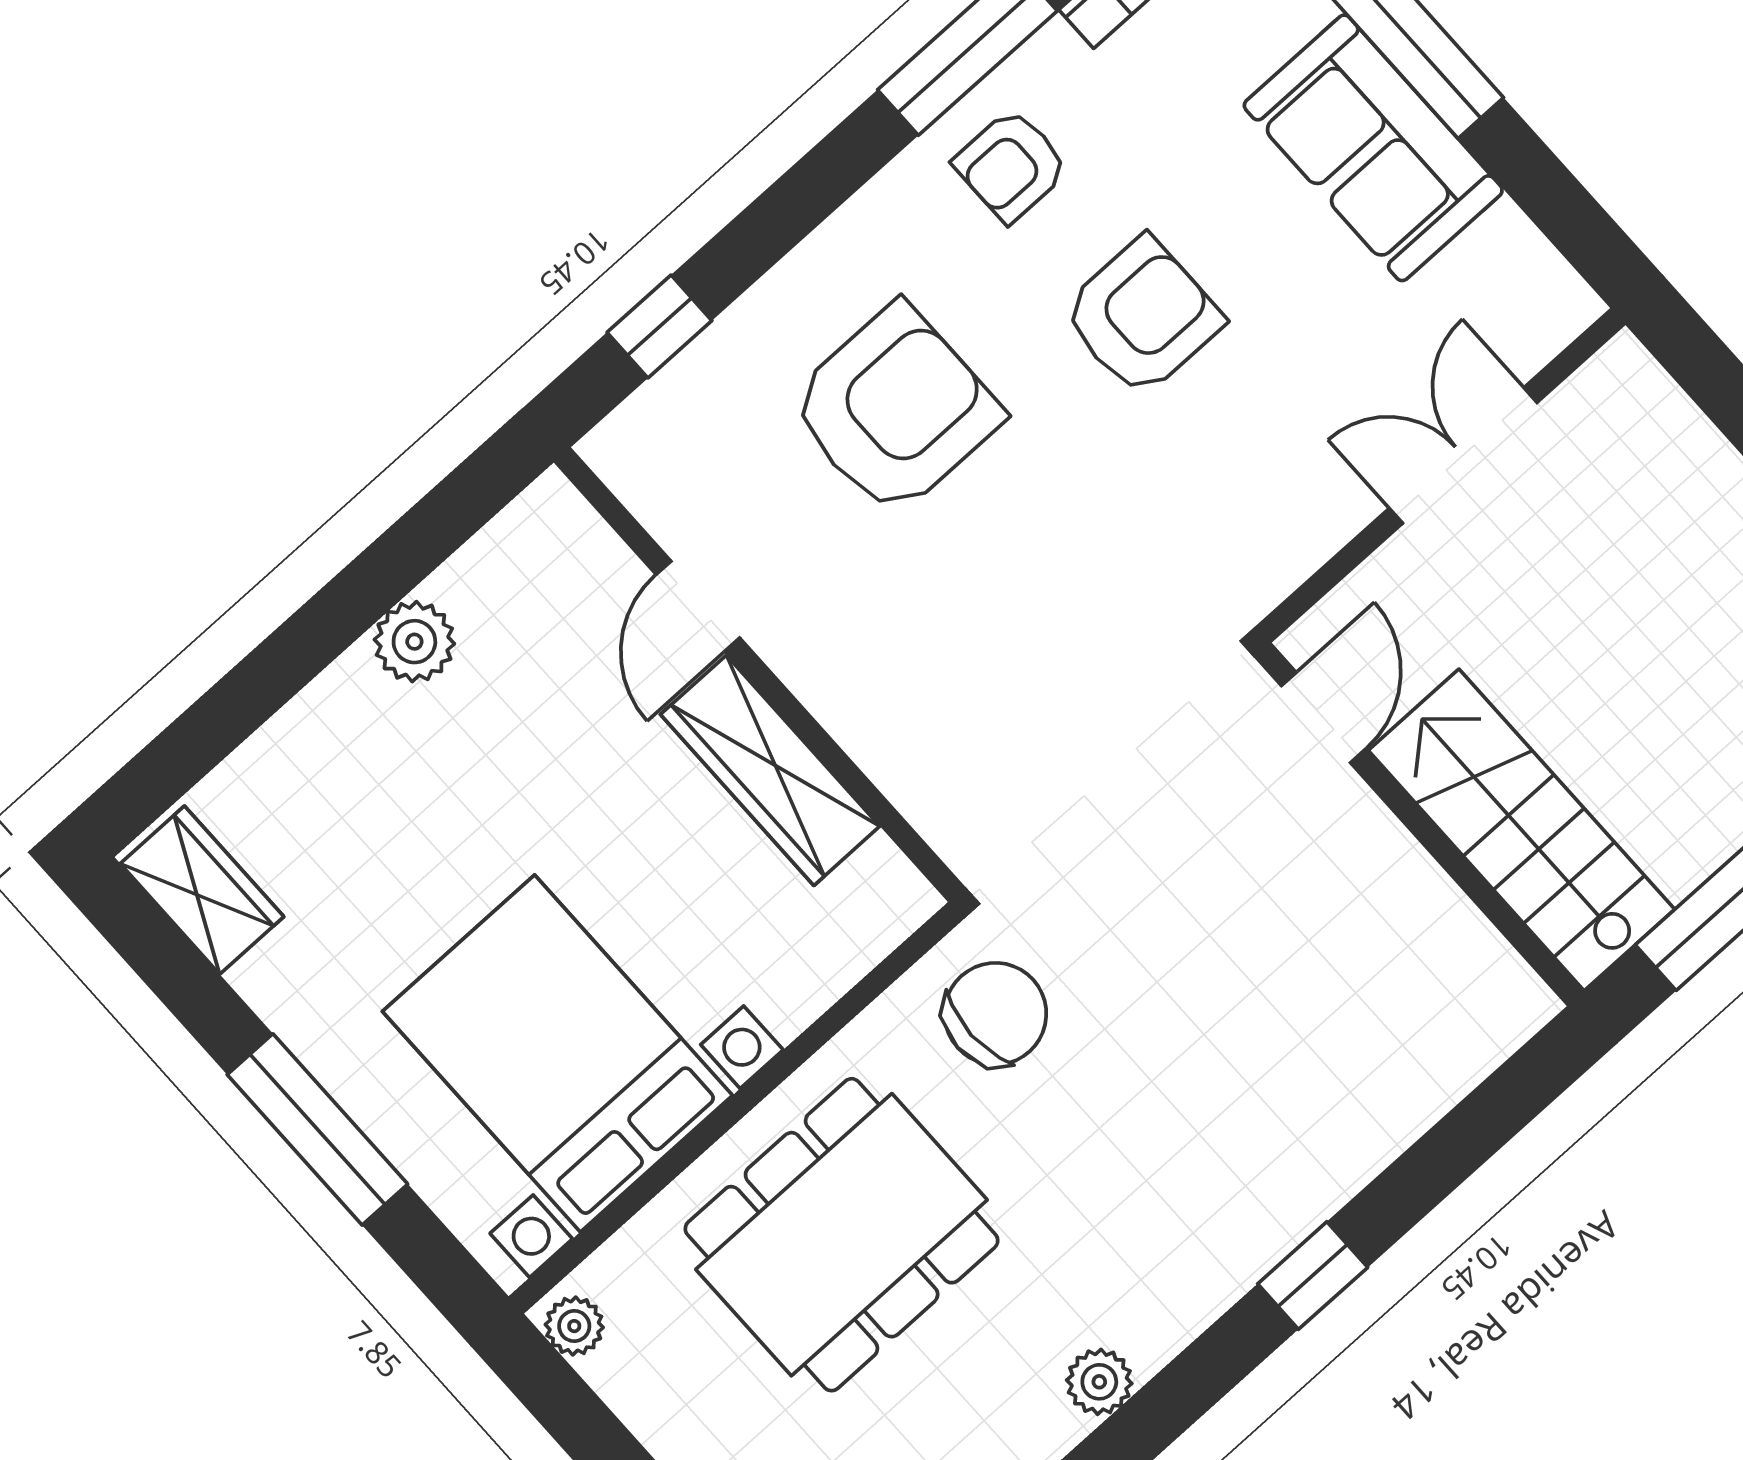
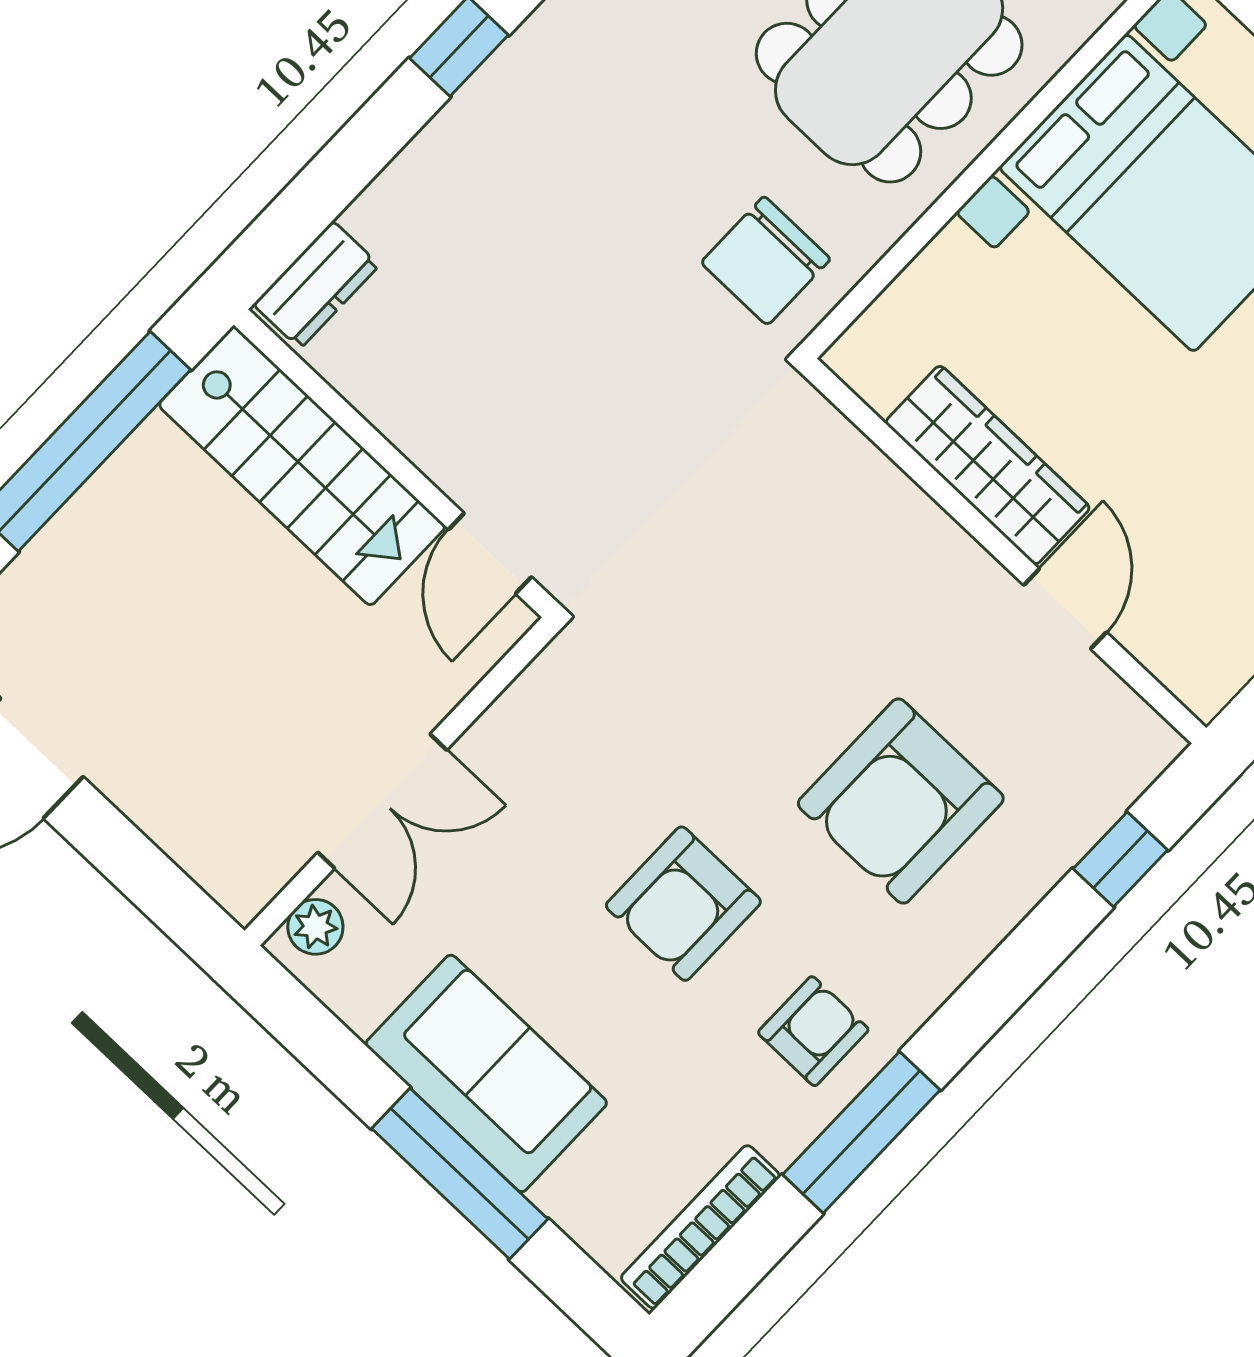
plant: (1547, 324) -> (315, 927), added
dresser: (1490, 1027) -> (316, 285), added

